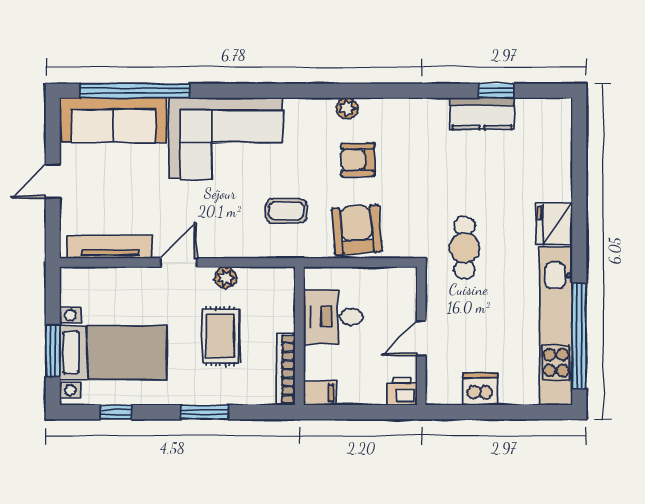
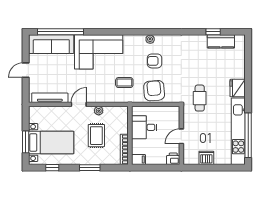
kitchen counter: (482, 114) -> (221, 41), moved

